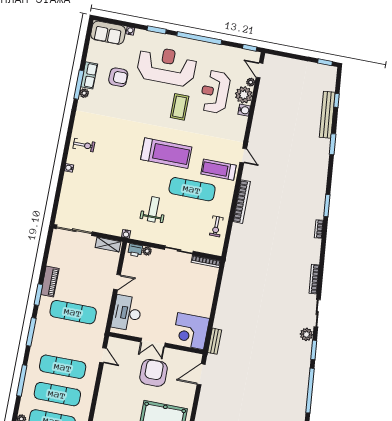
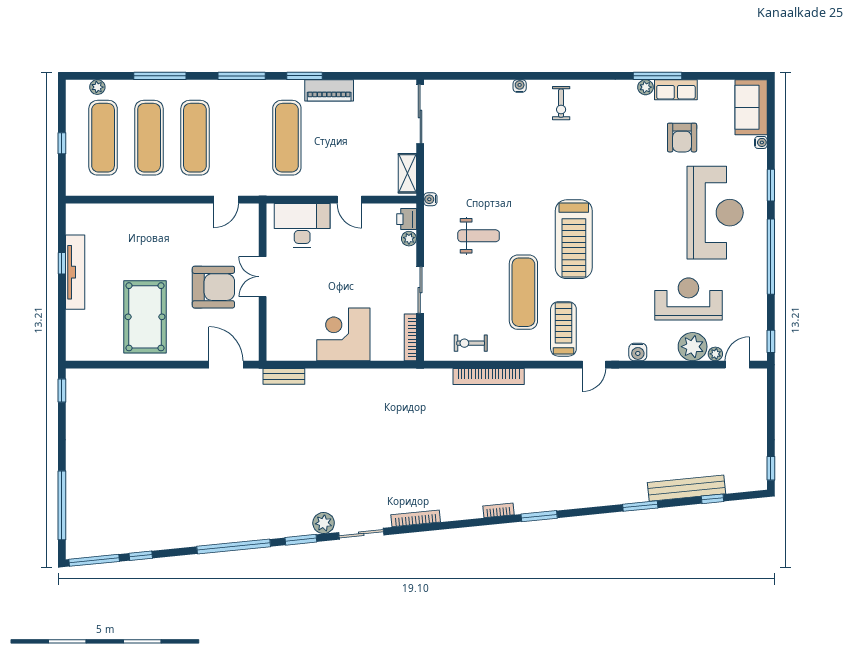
coffee table: (180, 107) -> (653, 246), removed
water cooler: (244, 110) -> (638, 352), moved
bookcase: (242, 202) -> (489, 376), moved
corner desk: (191, 331) -> (343, 334), moved

